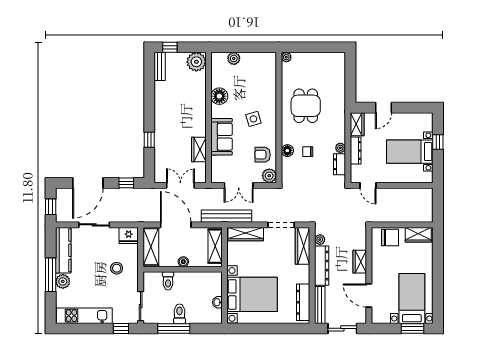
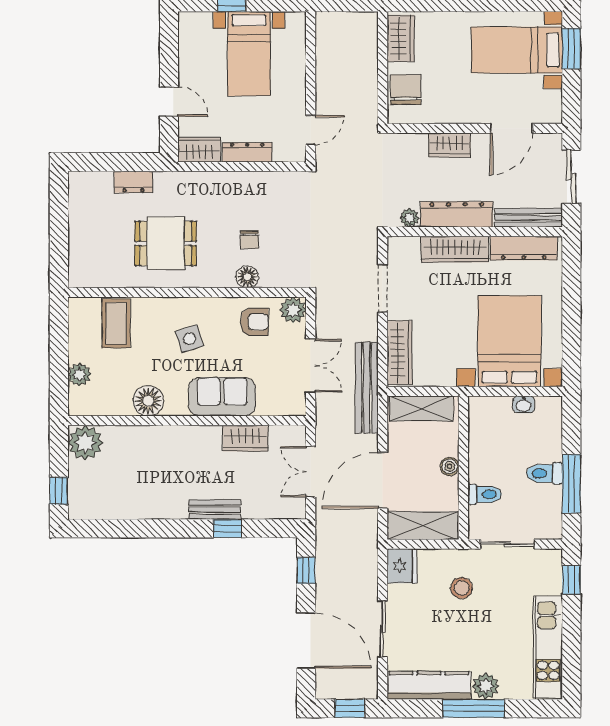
plant: (286, 57) -> (77, 279), removed
bench: (160, 66) -> (215, 510), moved
coffee table: (262, 79) -> (116, 323), added
plant: (340, 148) -> (242, 180), removed
armchair: (263, 155) -> (255, 322), turned -90
dresser: (339, 164) -> (133, 182), moved
wardrobe: (302, 246) -> (455, 249), moved
sliding door: (141, 306) -> (507, 544), moved

